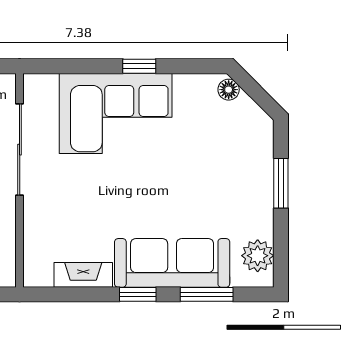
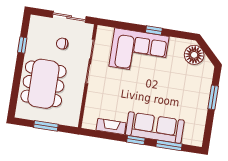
floor lamp: (229, 90) -> (194, 55), width x1.89, depth x1.89
plant: (258, 256) -> (196, 131), removed

